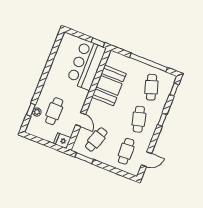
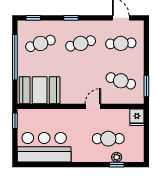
bar counter: (86, 65) -> (44, 147), moved, turned 180
booth: (109, 85) -> (40, 90), moved
door: (81, 120) -> (93, 106), moved

